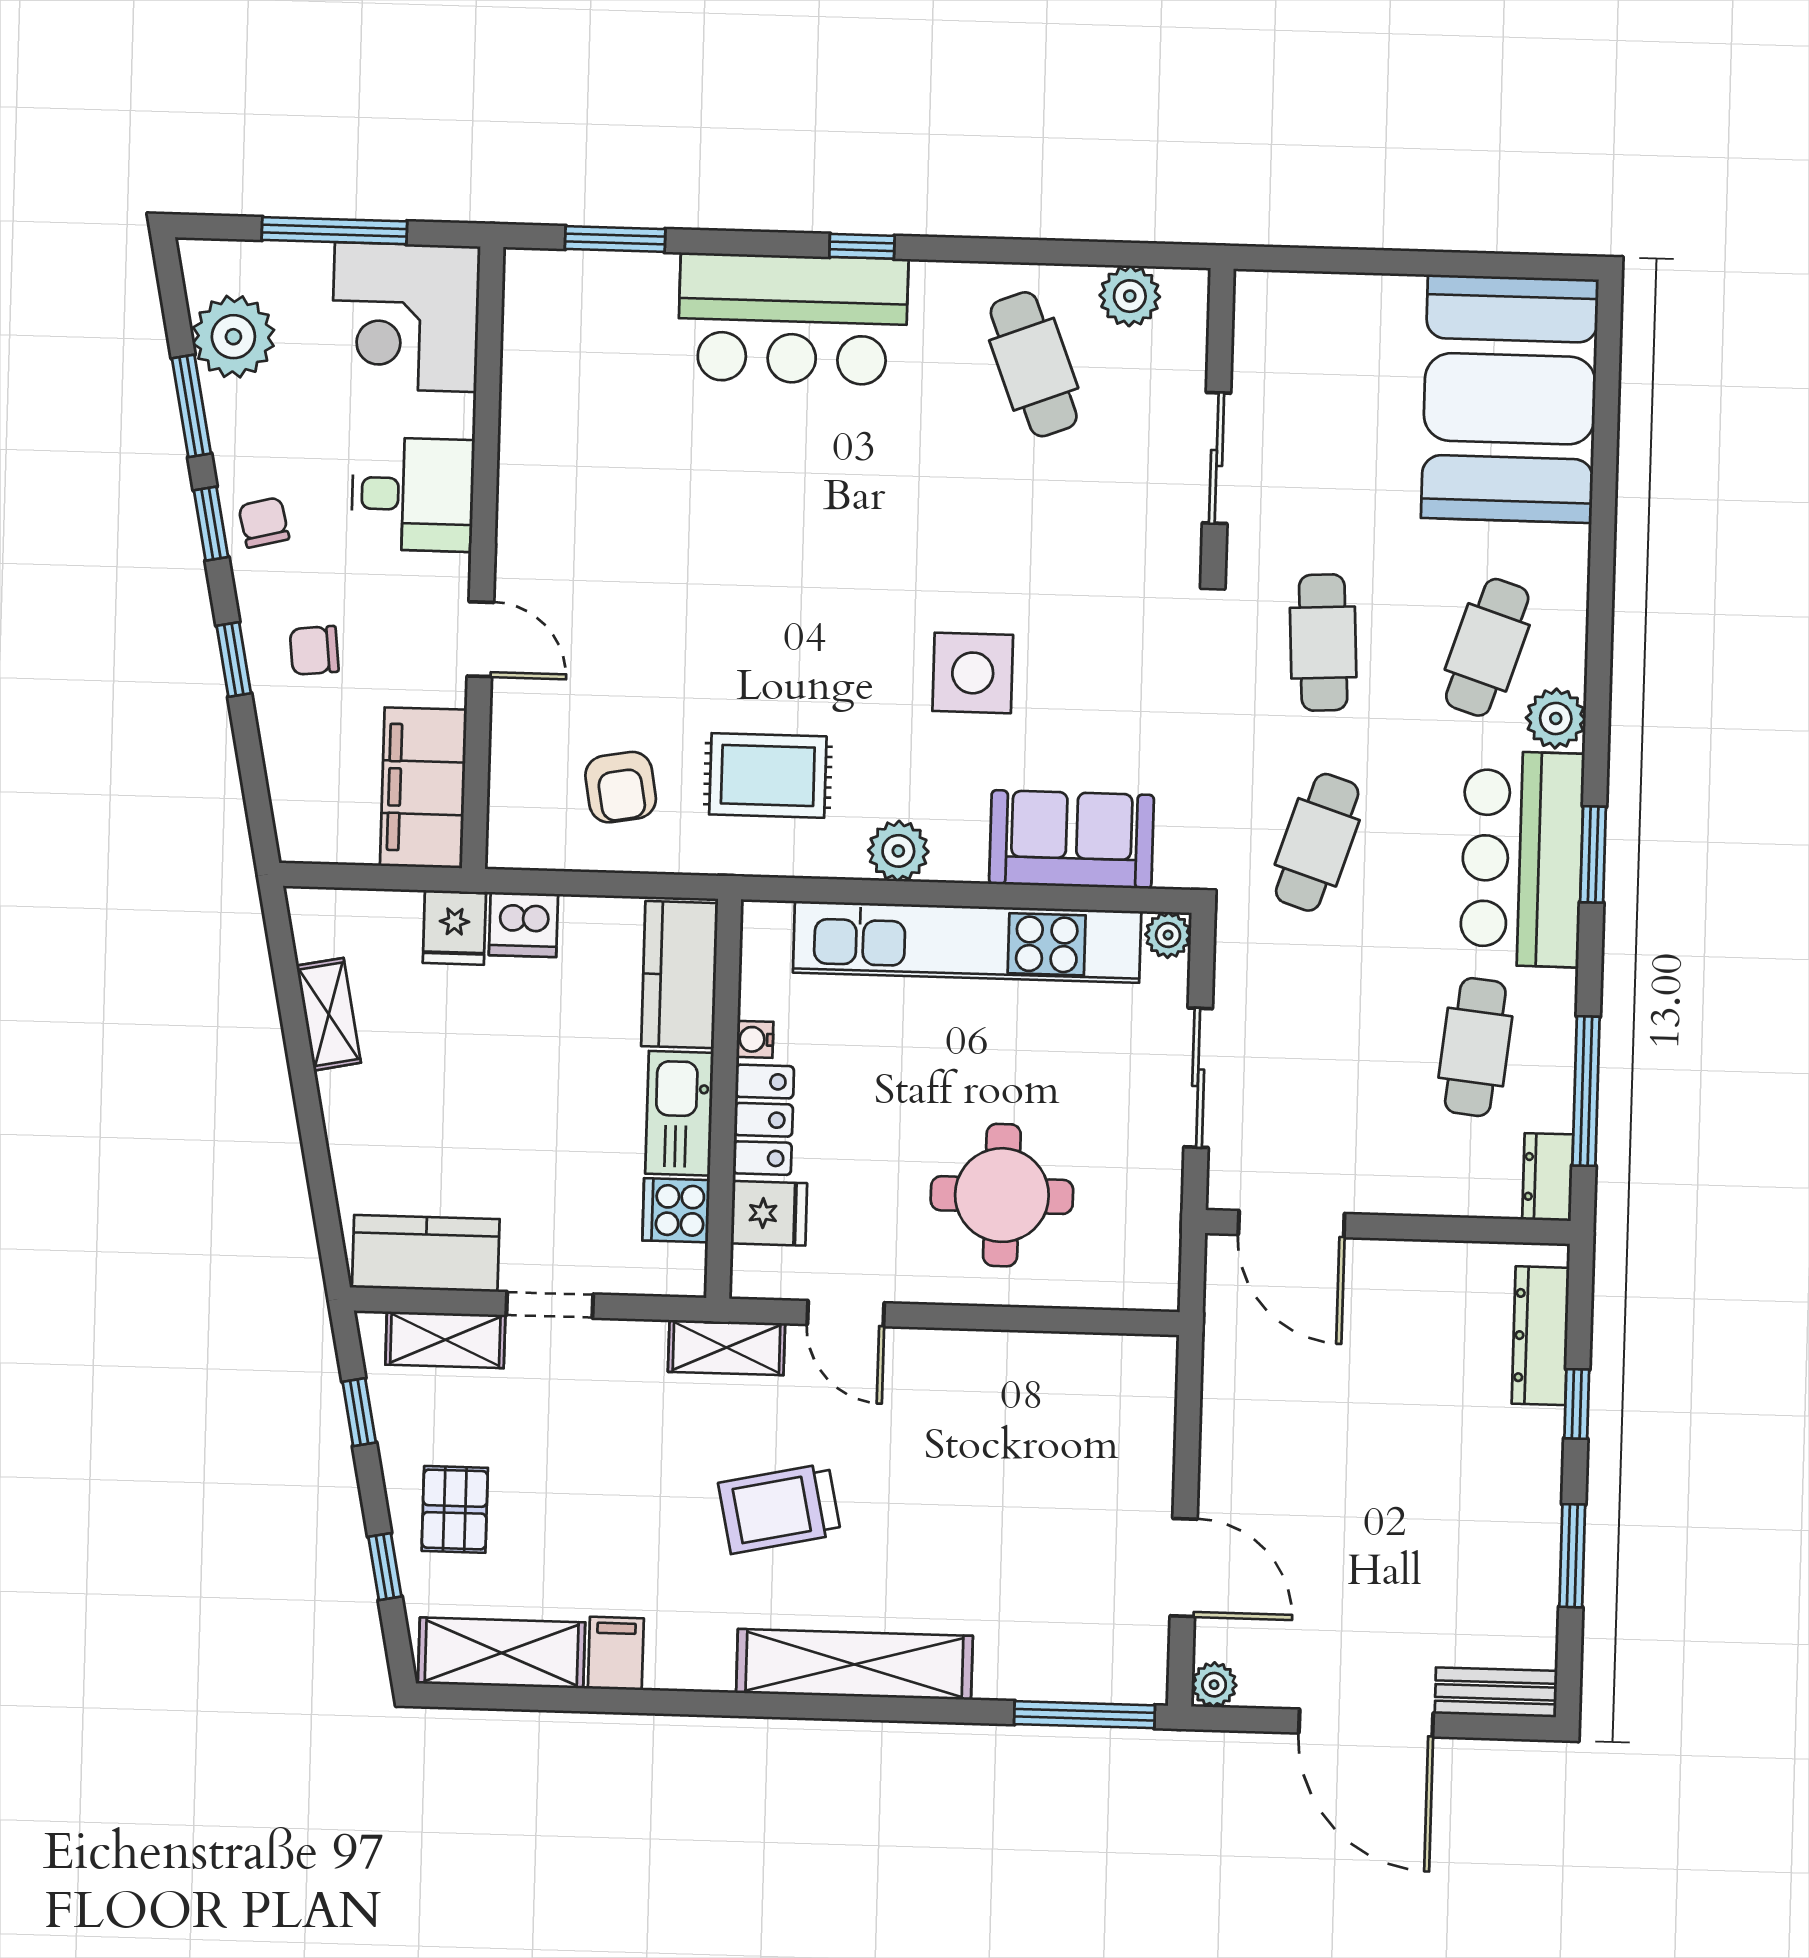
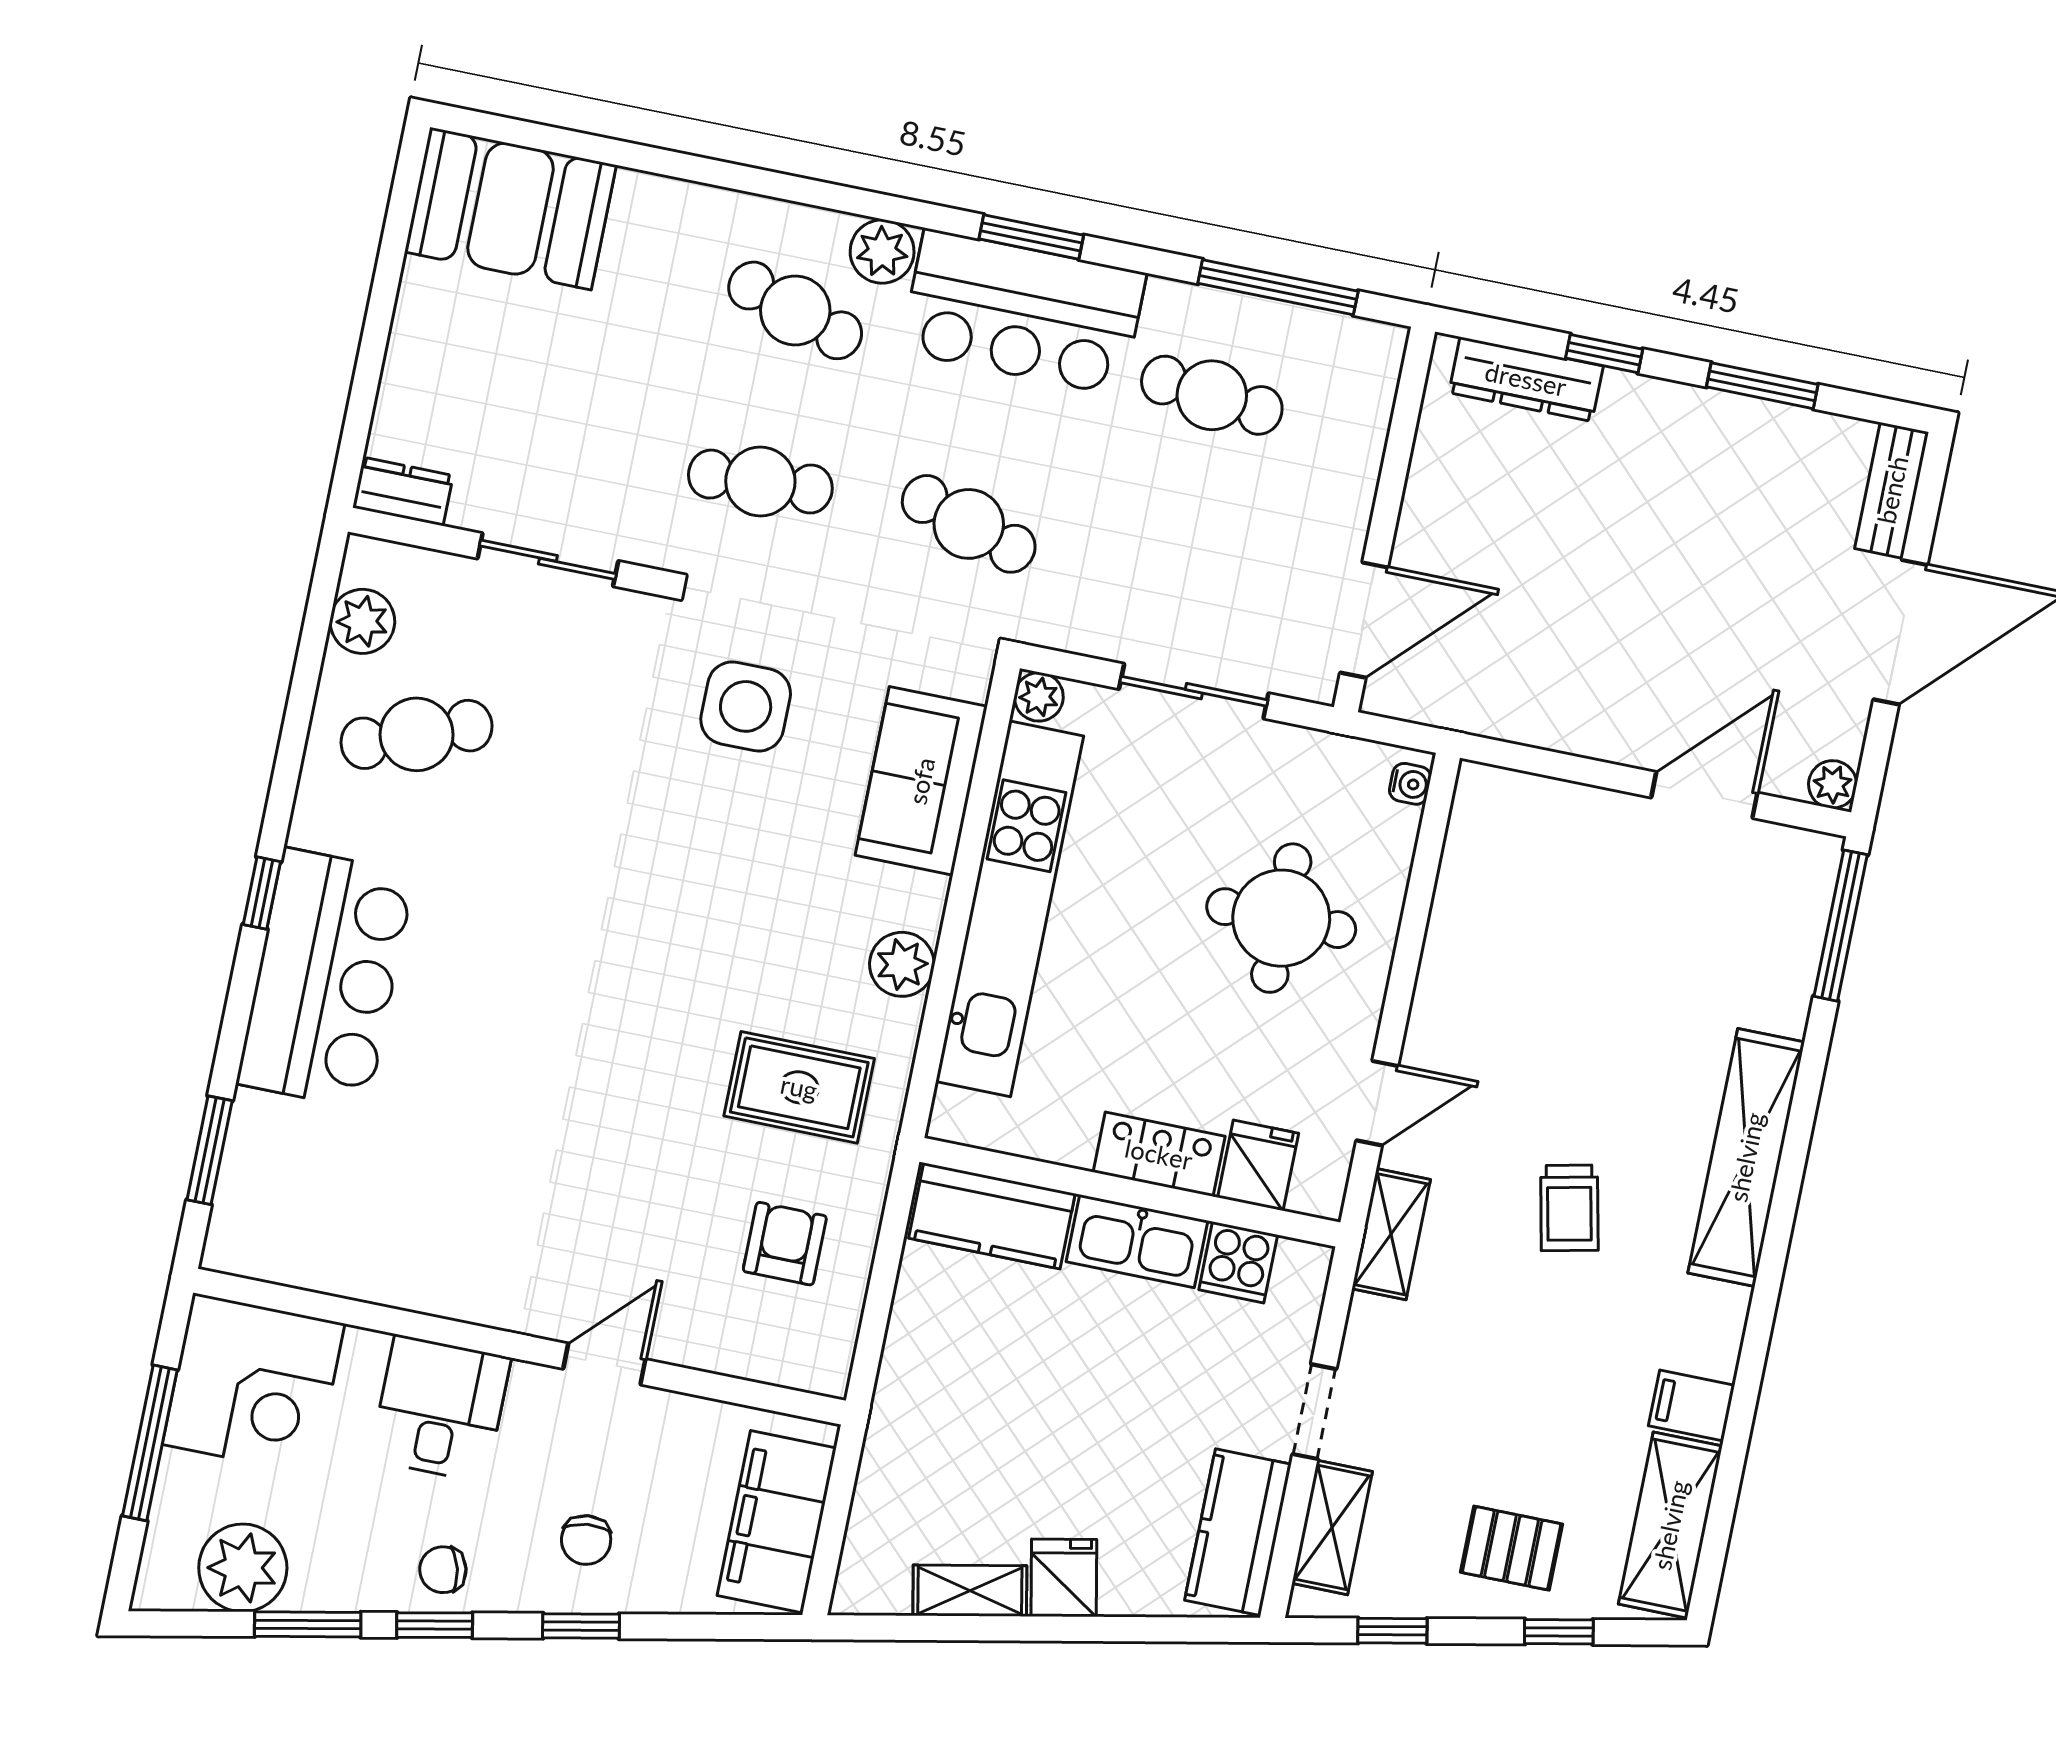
booth: (1510, 399) -> (511, 209), width x0.73, depth x0.70
side table: (973, 673) -> (746, 706), moved
rug: (768, 775) -> (799, 1087), turned 90
armchair: (621, 787) -> (785, 1244), turned -80
filing cabinet: (423, 788) -> (777, 1522), moved, turned 90
dishwasher: (523, 925) -> (911, 1370), removed
fridge: (454, 927) -> (1064, 1578), moved, turned -101
water cooler: (755, 1039) -> (1410, 784), moved, turned -90
dresser: (1548, 1177) -> (403, 491), moved, turned 180
trolley: (779, 1509) -> (1569, 1208), width x0.73, depth x0.72

